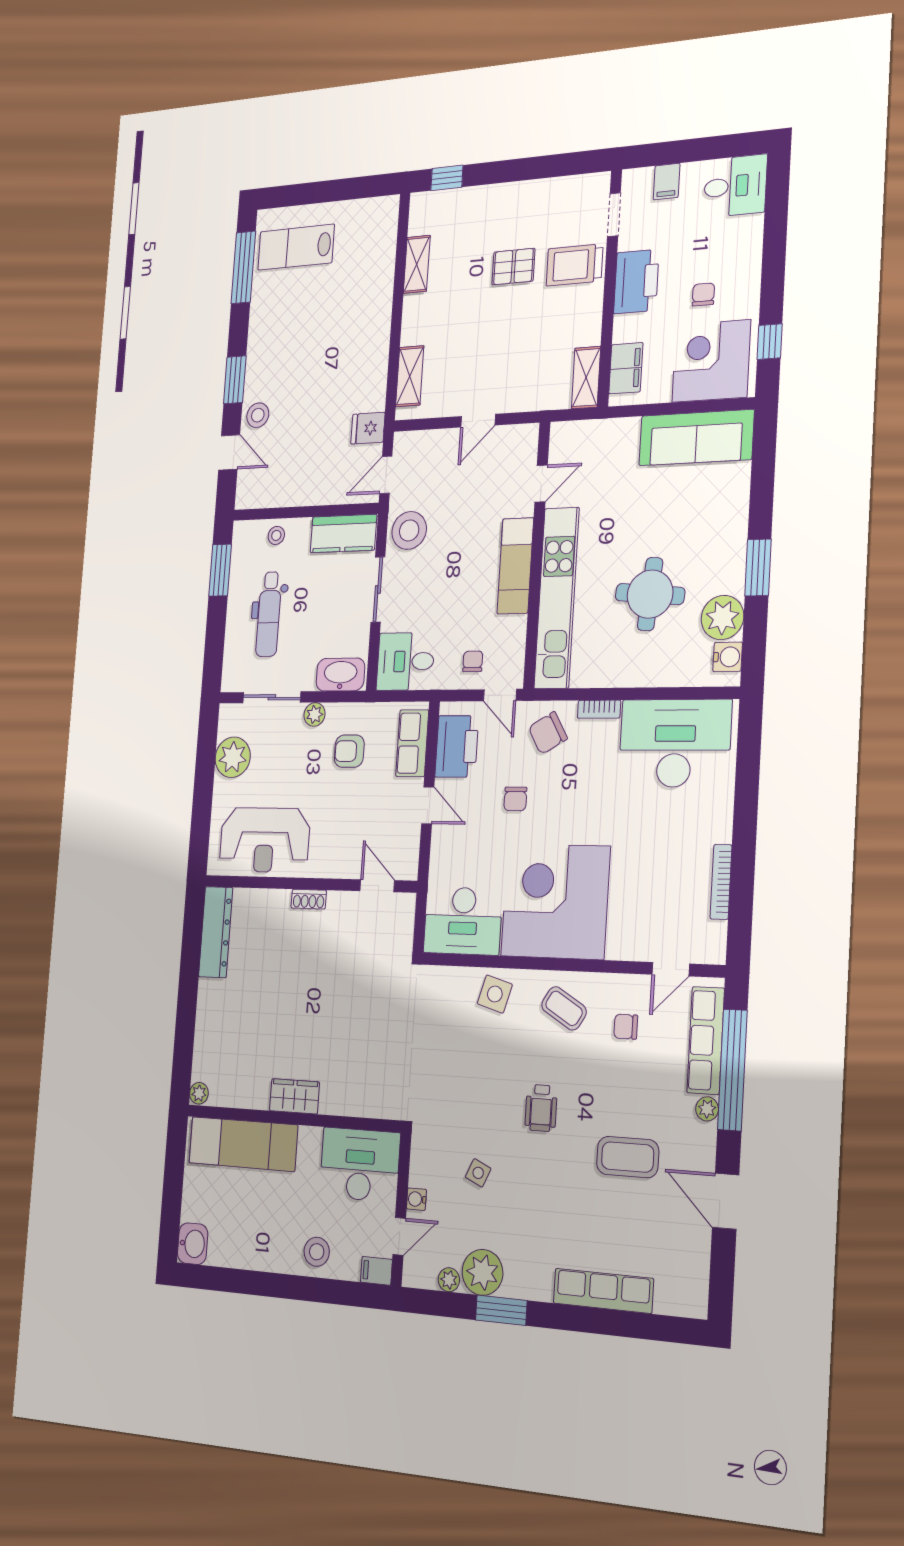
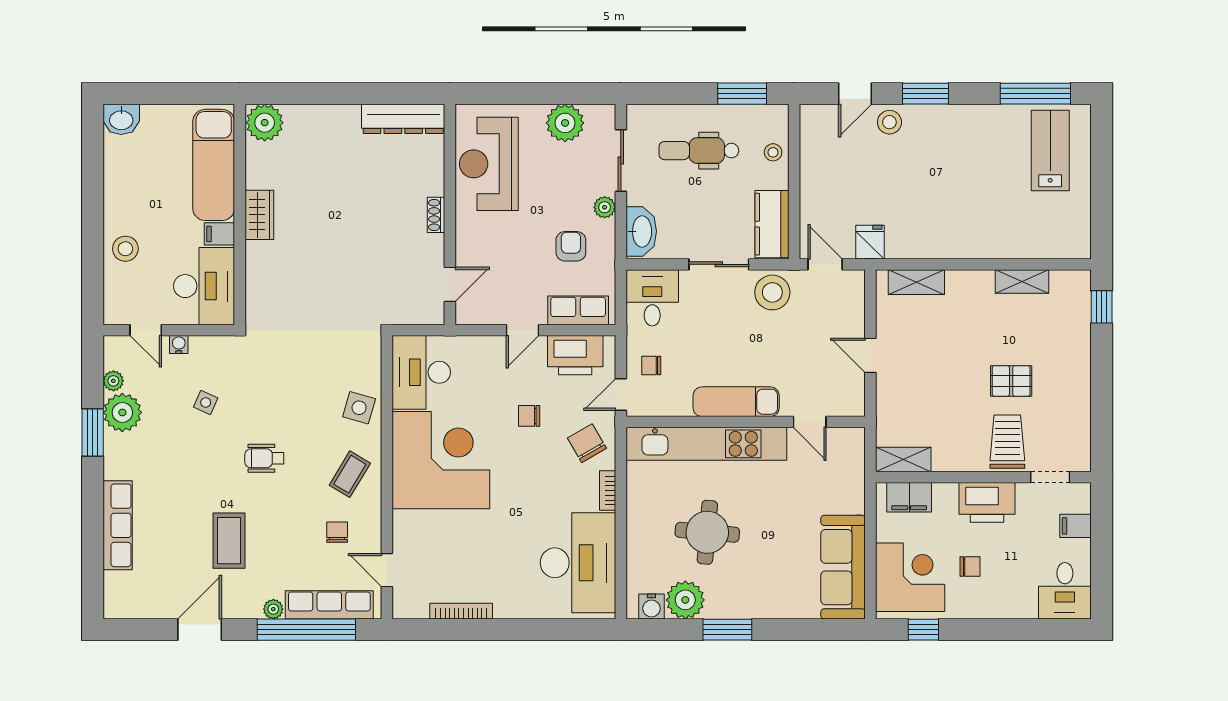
pallet: (513, 267) -> (1011, 381), turned 90
chair: (473, 661) -> (651, 366), turned 180
plant: (199, 1093) -> (265, 123), width x1.88, depth x1.88
filing cabinet: (376, 1271) -> (219, 234), moved, turned -90

